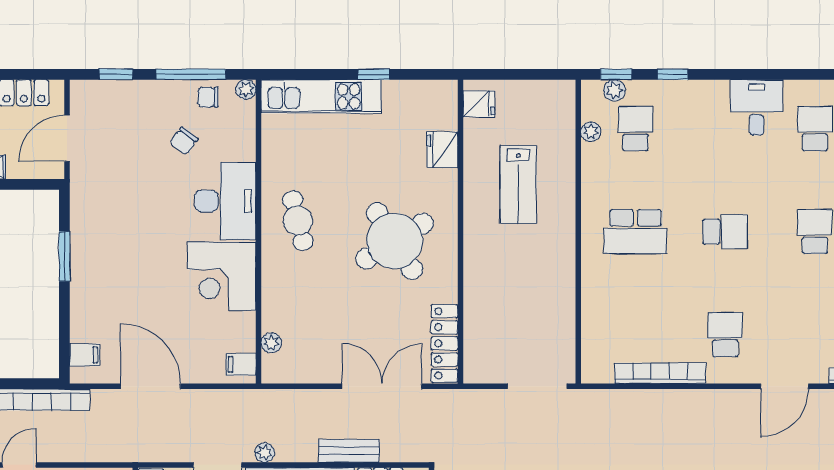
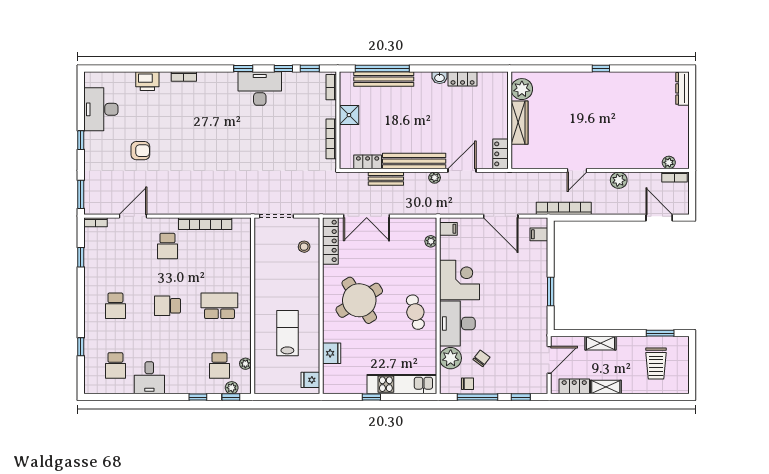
plant: (246, 89) -> (451, 358), moved, width x1.88, depth x1.88
stool: (490, 334) -> (304, 247), added

